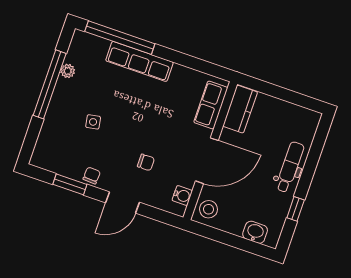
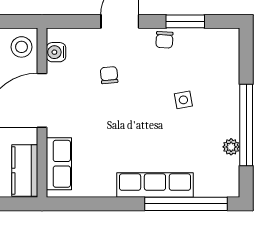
chair: (146, 162) -> (109, 75), turned 85

